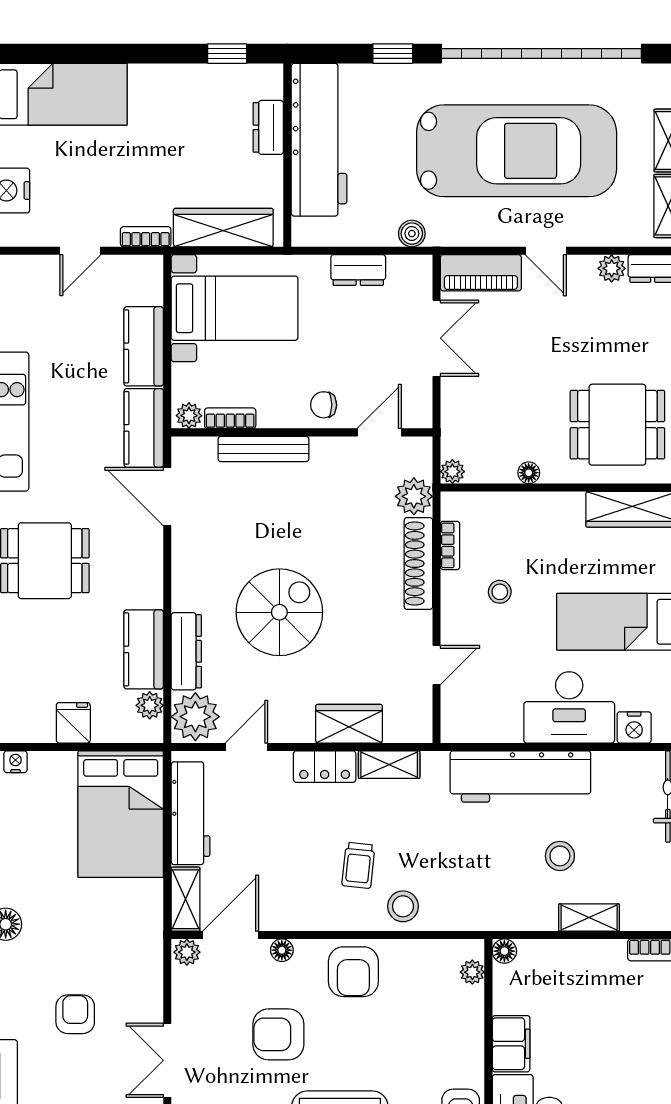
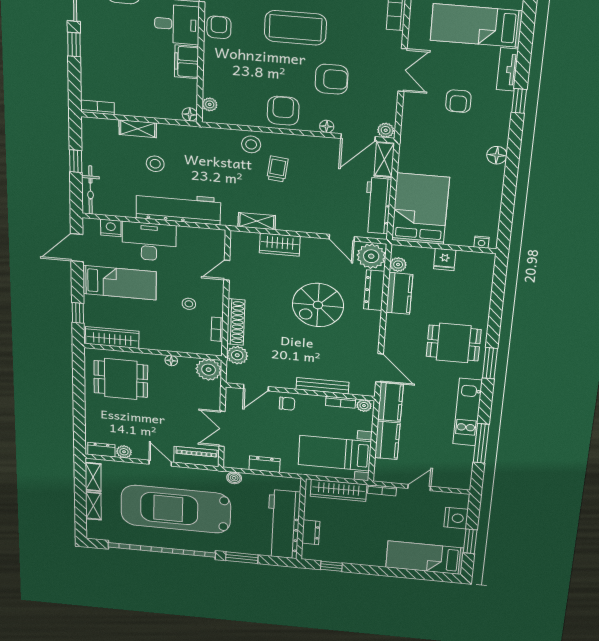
window: (393, 54) -> (242, 558), width x1.50
plant: (452, 472) -> (209, 370), width x1.88, depth x1.88
door: (246, 747) -> (342, 238), hinge flipped
locker: (325, 767) -> (295, 223), removed

